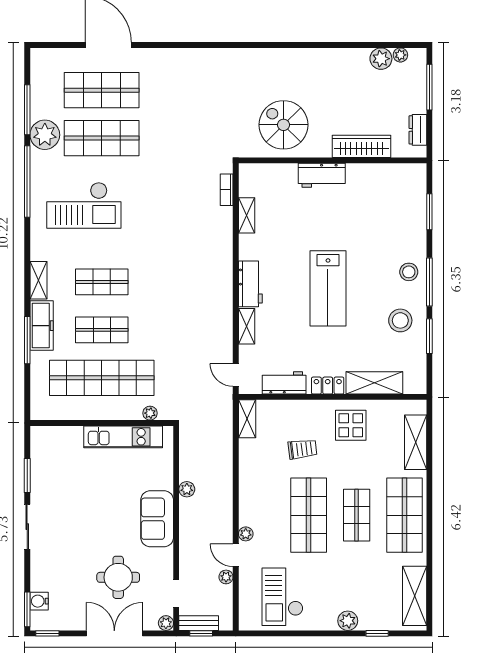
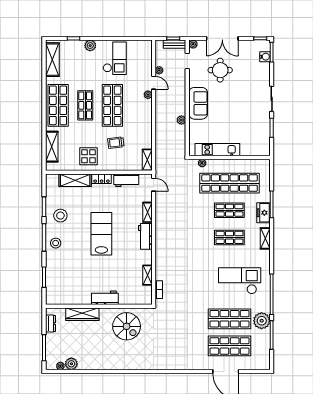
freezer: (42, 326) -> (264, 213), width x0.71
checkout: (282, 597) -> (115, 58), moved

